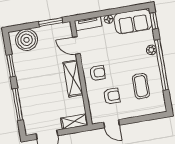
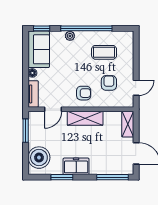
armchair: (97, 73) -> (84, 93), turned 90
freezer: (24, 78) -> (76, 166), added
window: (18, 104) -> (112, 177), moved

